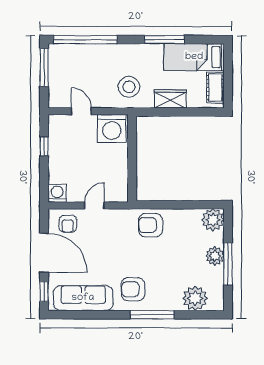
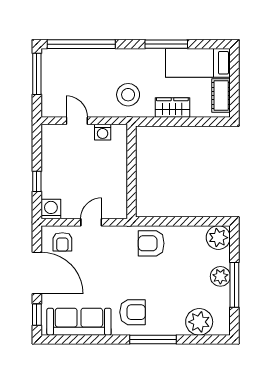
washing machine: (112, 128) -> (103, 132), width x0.53, depth x0.53
window: (44, 146) -> (37, 181), moved
armchair: (133, 289) -> (133, 312), turned 180

